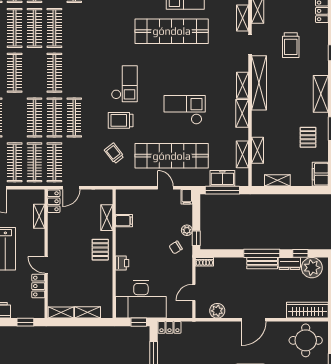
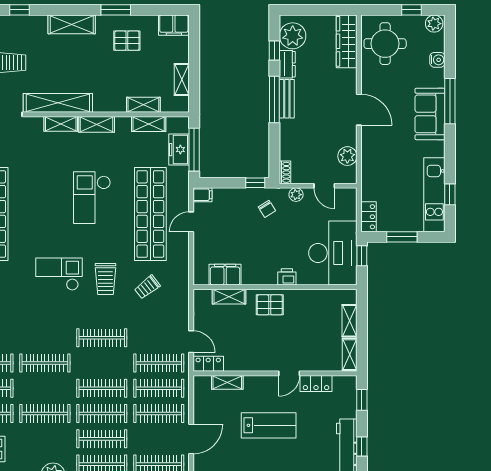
clothes rail: (54, 118) -> (102, 414), moved
filing cabinet: (124, 221) -> (225, 275), width x2.00
plant: (187, 230) -> (296, 195), moved

